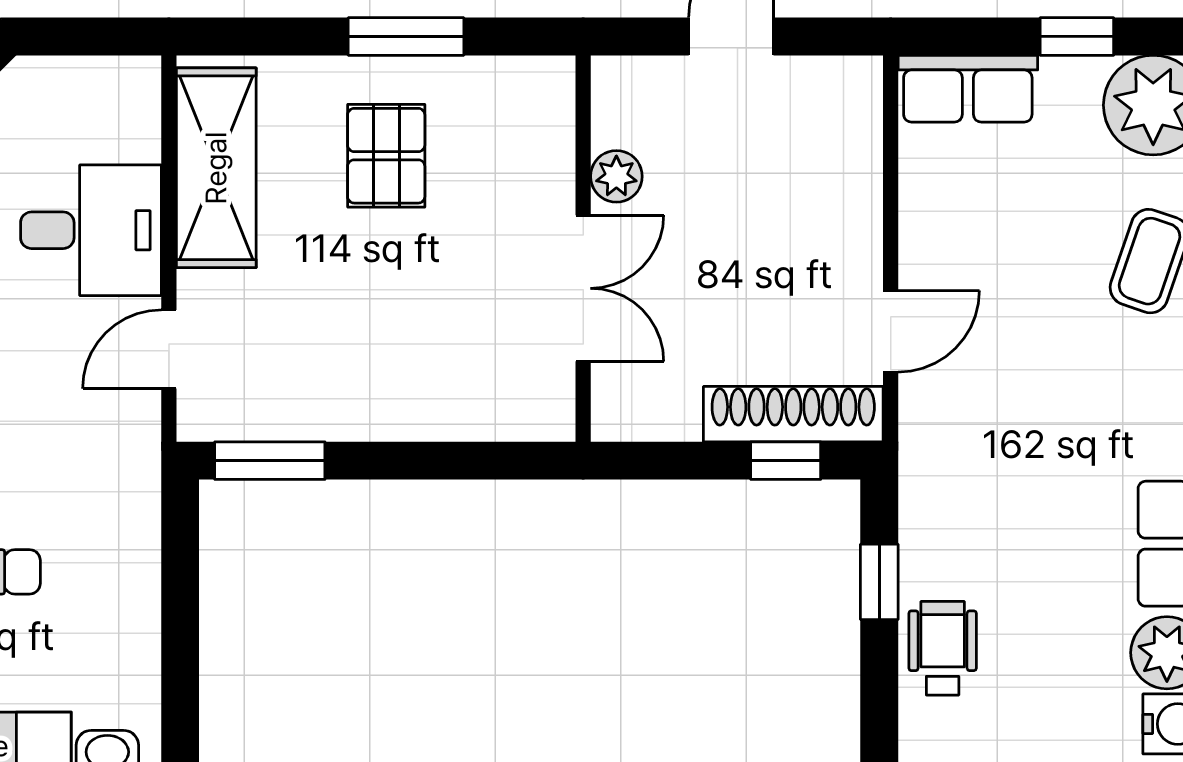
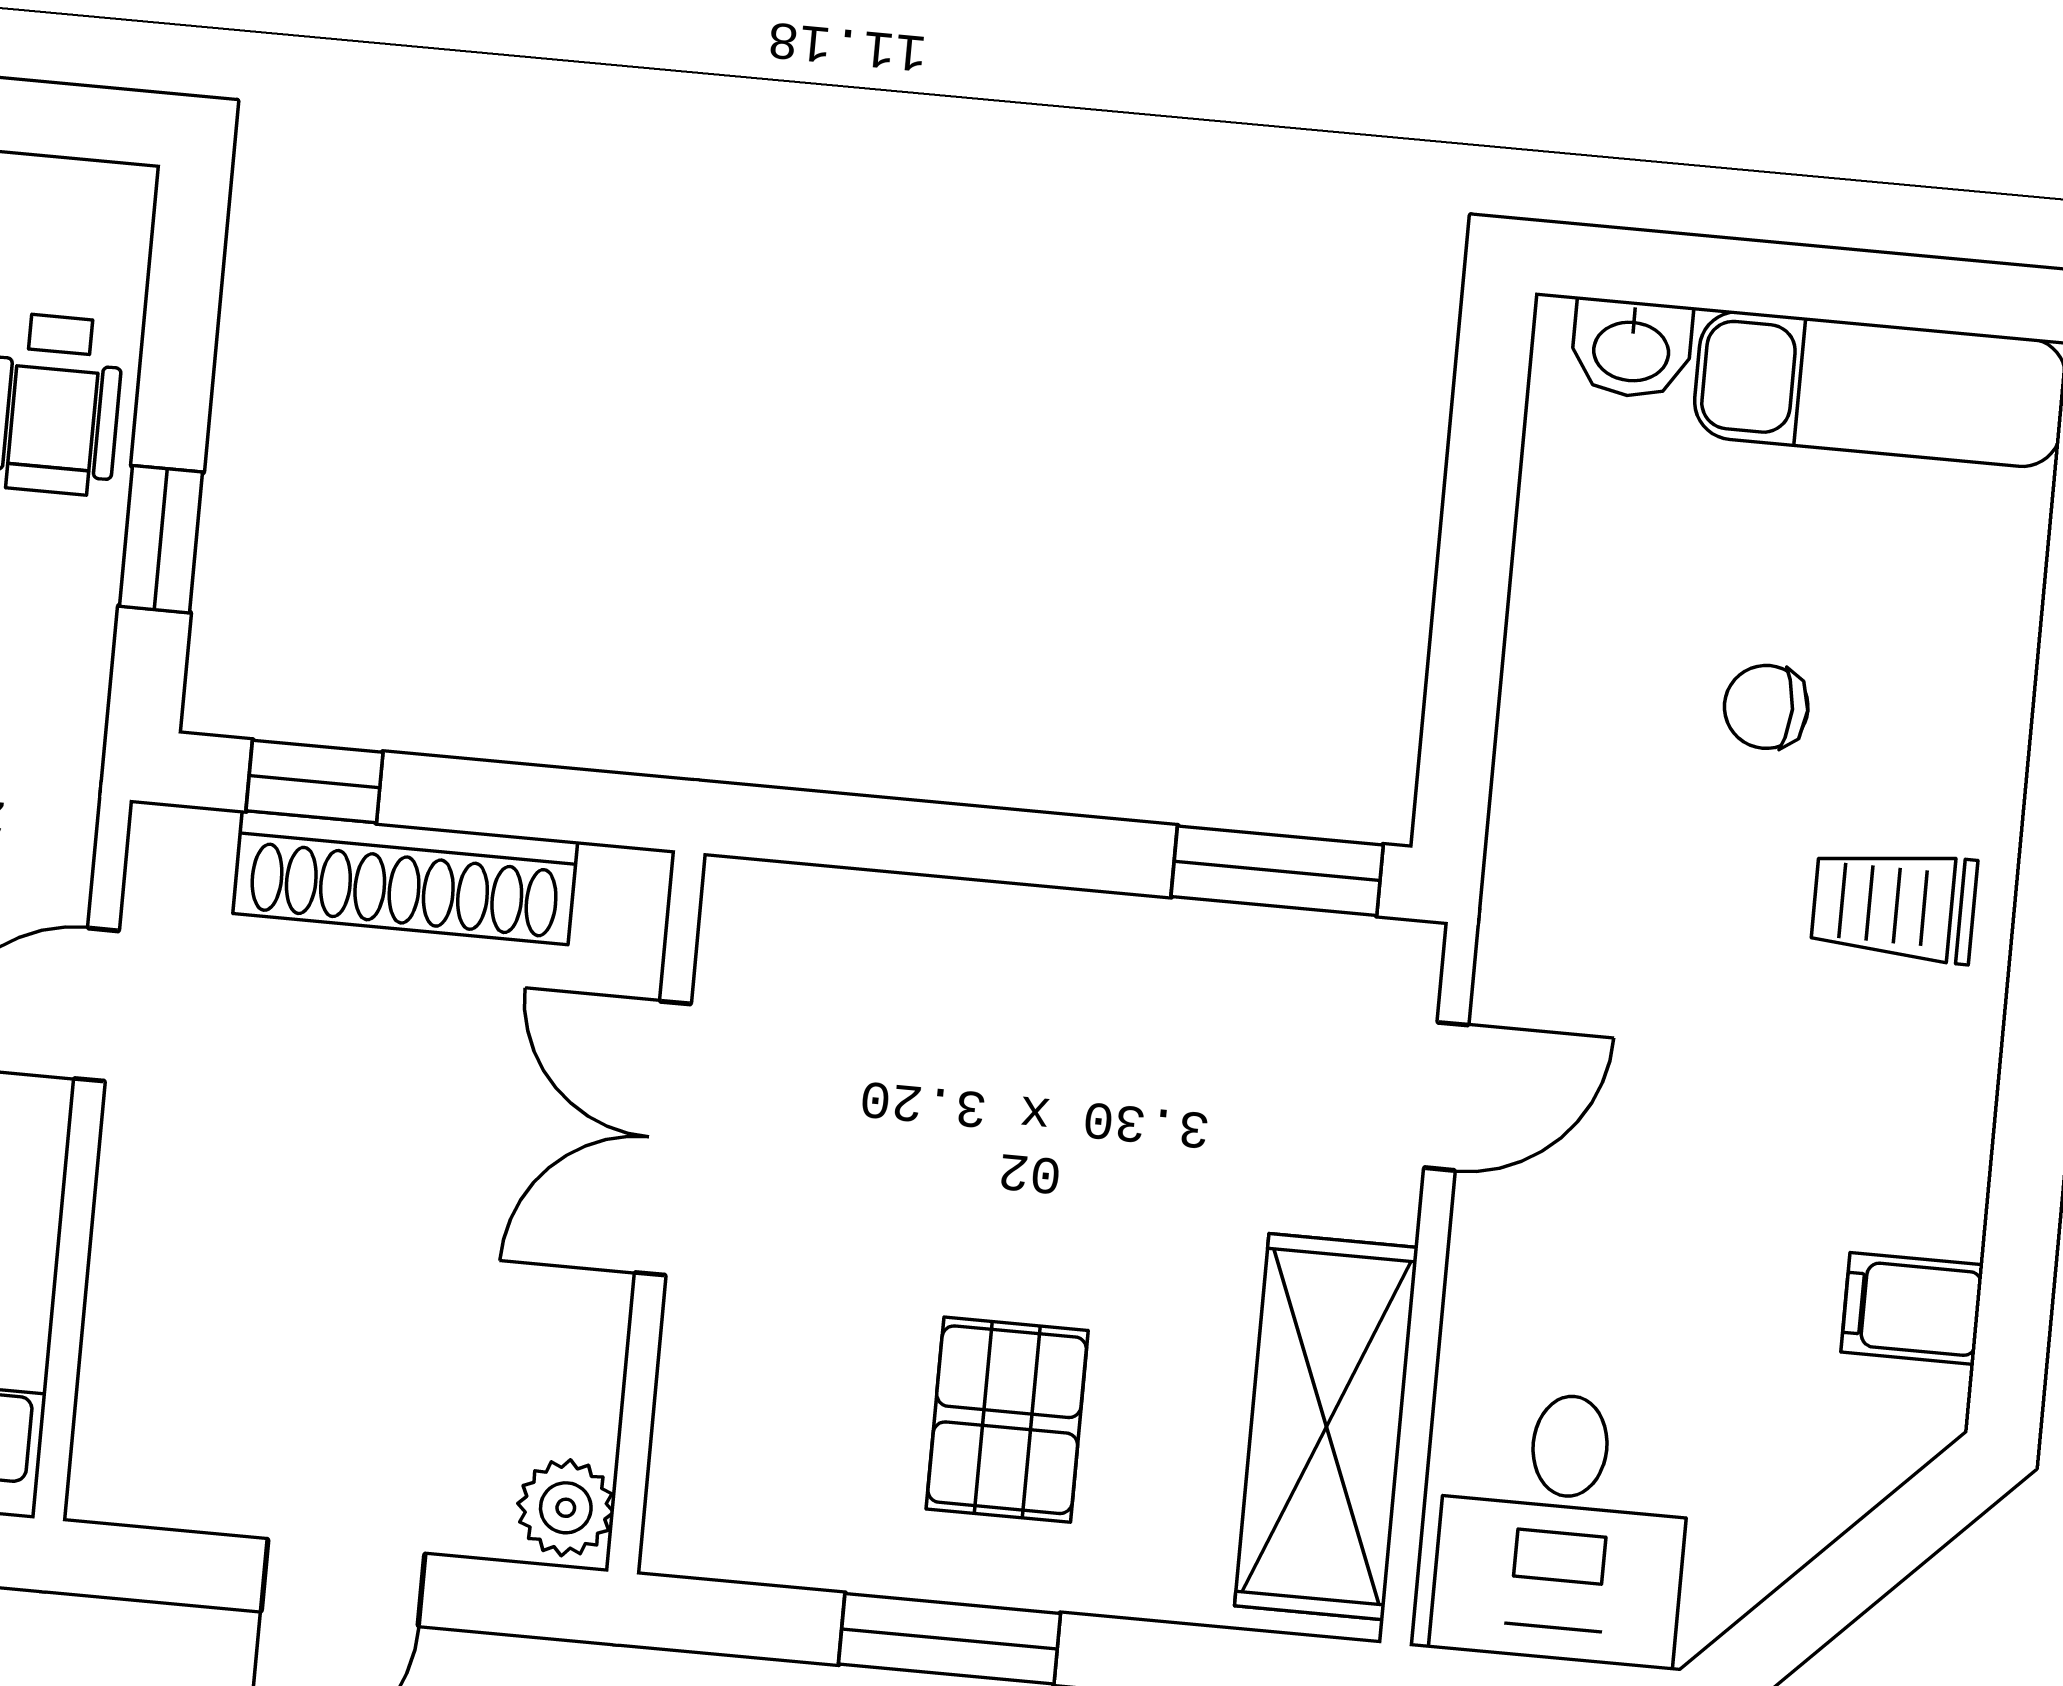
plant: (616, 176) -> (566, 1508), moved
desk: (91, 230) -> (1562, 1528), moved, turned -90
shoe rack: (793, 414) -> (405, 878), moved

